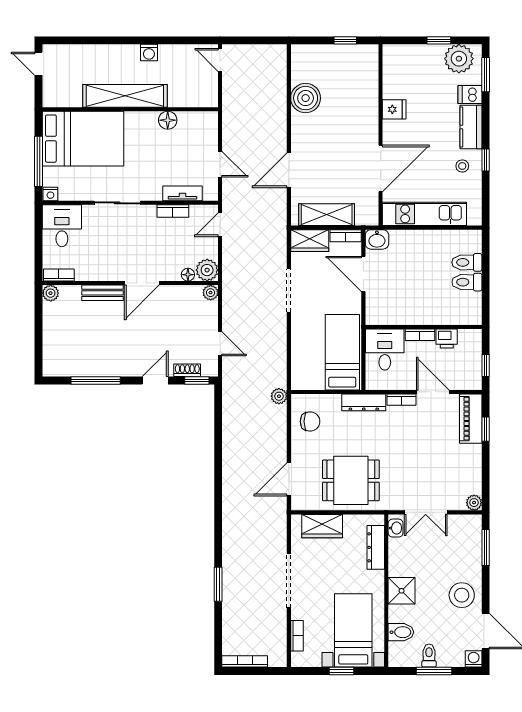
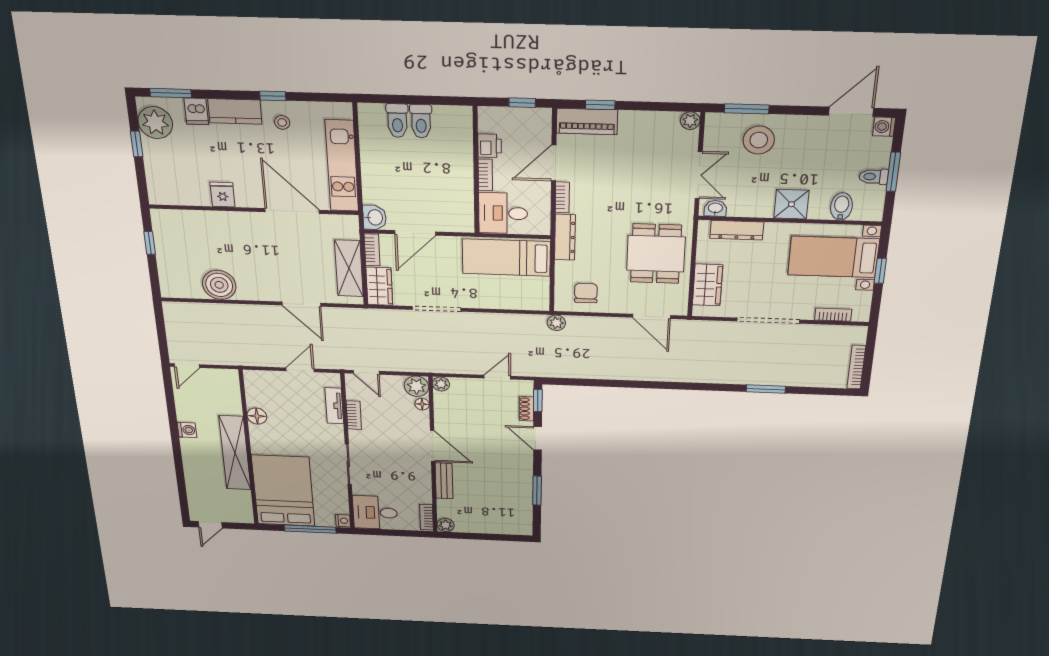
window: (96, 381) -> (537, 491), width x0.69
stool: (462, 595) -> (759, 140), moved

